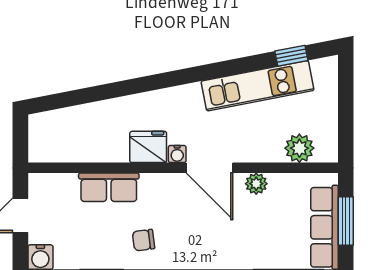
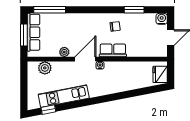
fridge: (148, 147) -> (160, 74), moved, turned 90
door: (210, 168) -> (85, 59), hinge flipped
row of seats: (109, 187) -> (113, 50), moved

